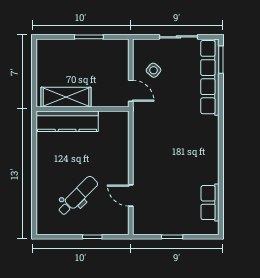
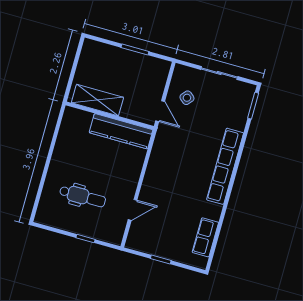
row of seats: (210, 77) -> (225, 166), moved
kitchen counter: (67, 121) -> (121, 131), moved
dental chair: (78, 196) -> (83, 196), turned 45
door: (131, 196) -> (133, 210), swing flipped

